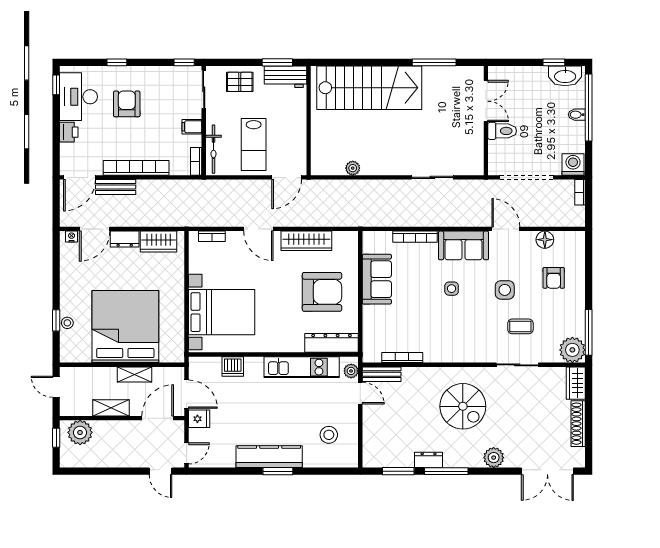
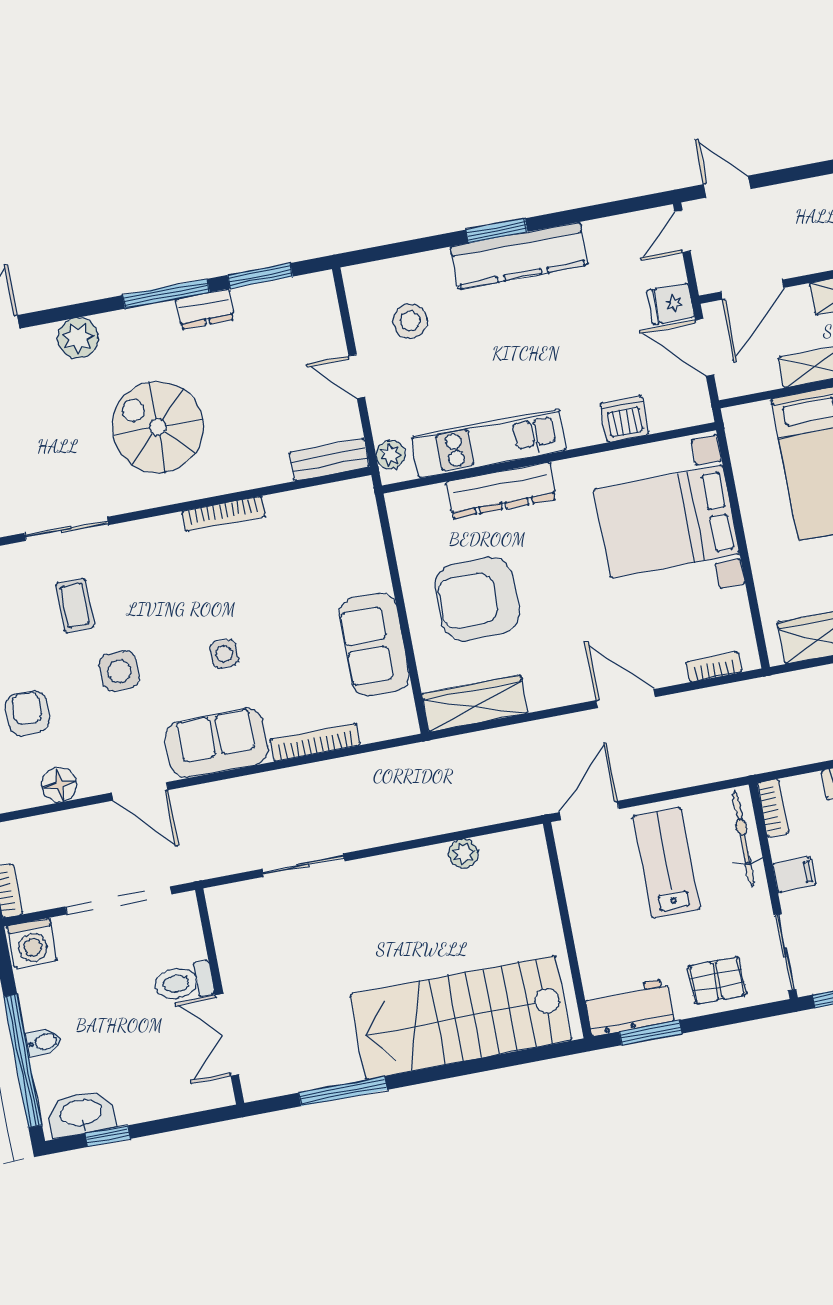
wardrobe: (306, 241) -> (475, 703), moved
coffee table: (520, 326) -> (75, 605), turned 90
dresser: (332, 343) -> (501, 491), moved
bookcase: (402, 358) -> (224, 514), moved
door: (360, 393) -> (357, 376), moved

